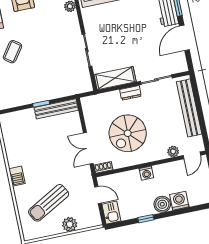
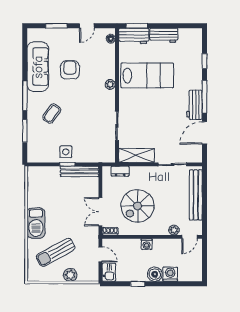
side table: (37, 90) -> (66, 152), added
dresser: (130, 93) -> (120, 171), moved
barbecue: (17, 176) -> (36, 223), width x1.88, depth x1.53

